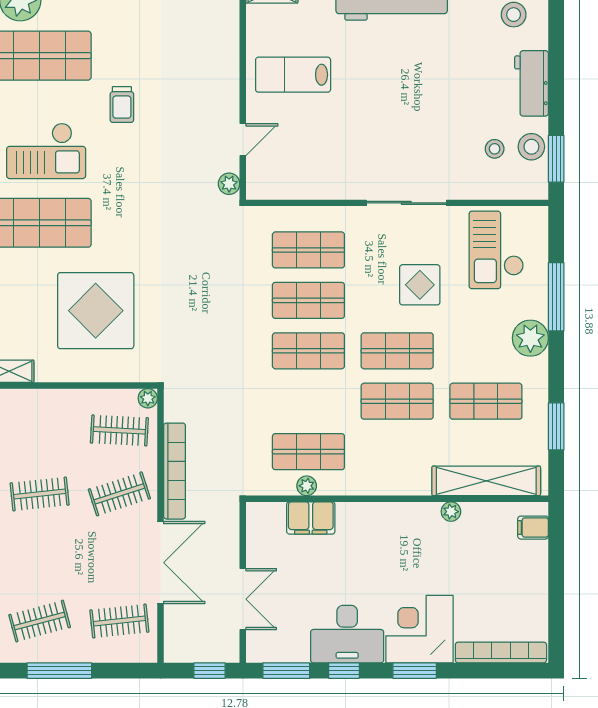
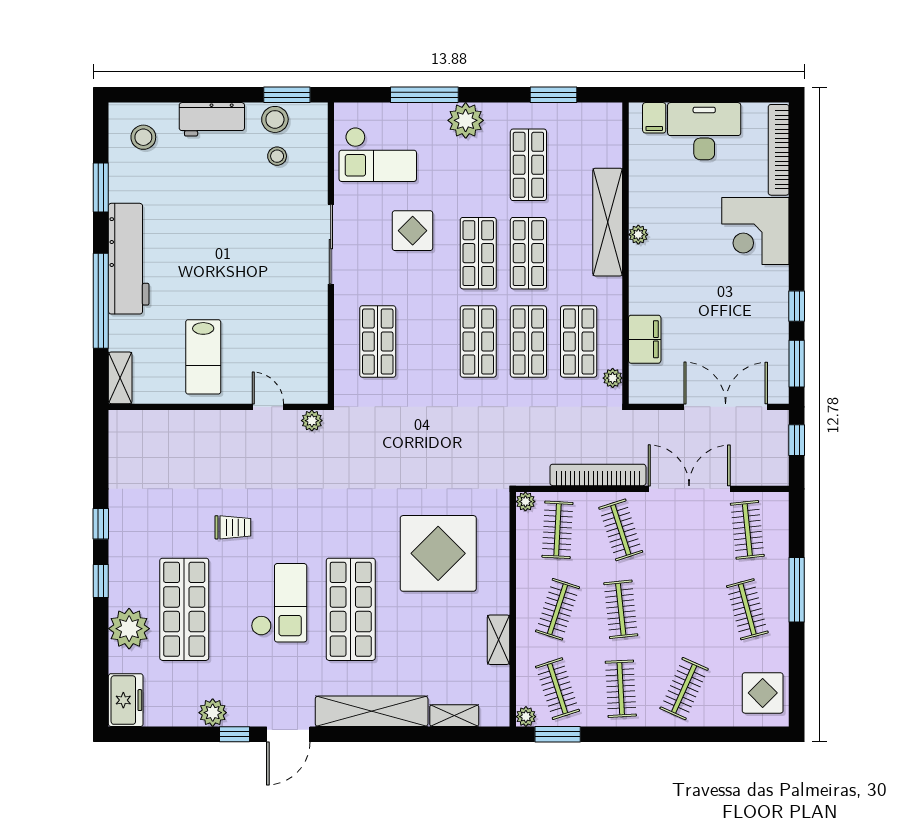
shop shelf: (308, 300) -> (528, 341), moved
clothes rail: (40, 430) -> (557, 609), added
shelving: (486, 481) -> (608, 222), moved
plant: (307, 486) -> (613, 378), moved
plant: (451, 512) -> (638, 235), moved
double door: (243, 599) -> (726, 407), width x1.37
desk: (347, 634) -> (704, 131), moved, turned -90
window: (415, 671) -> (797, 236), removed

